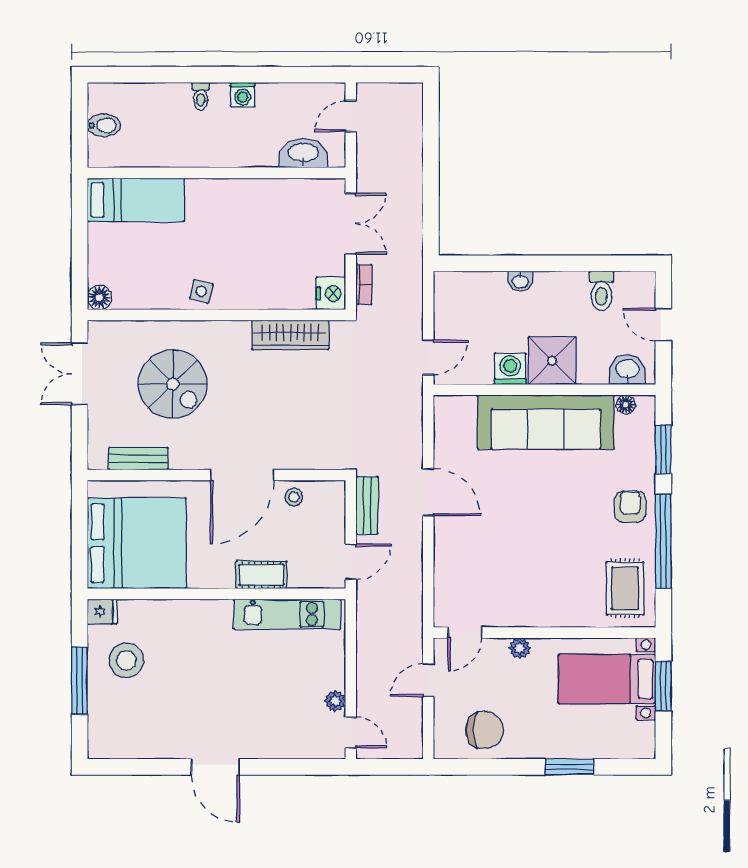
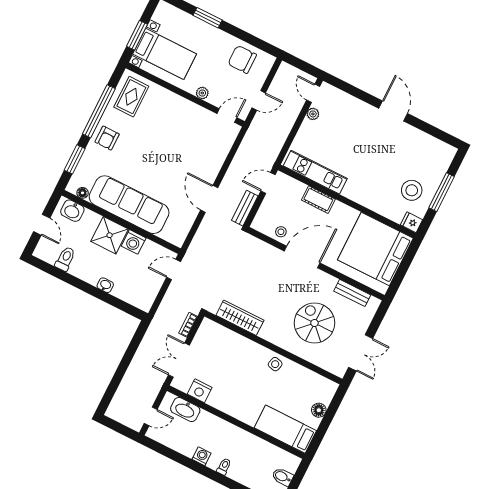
nightstand: (331, 293) -> (200, 391), moved, turned -90
floor lamp: (99, 298) -> (319, 410), moved

